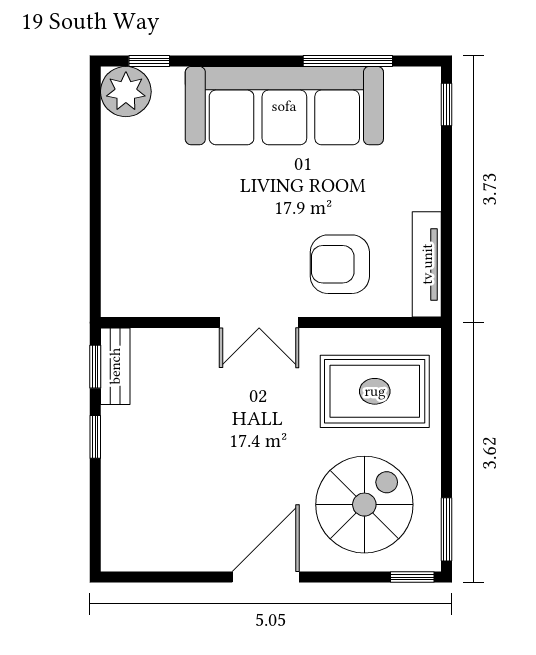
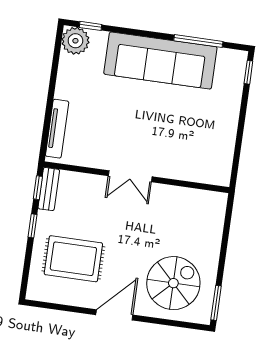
armchair: (340, 264) -> (178, 151), removed
tv unit: (427, 264) -> (57, 129), moved, turned 180
rug: (375, 391) -> (73, 259), moved
window: (412, 577) -> (194, 326), removed

